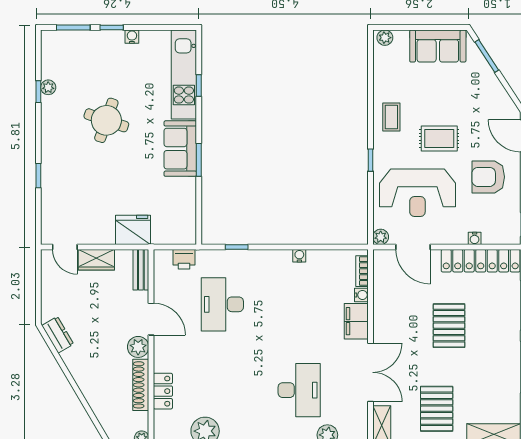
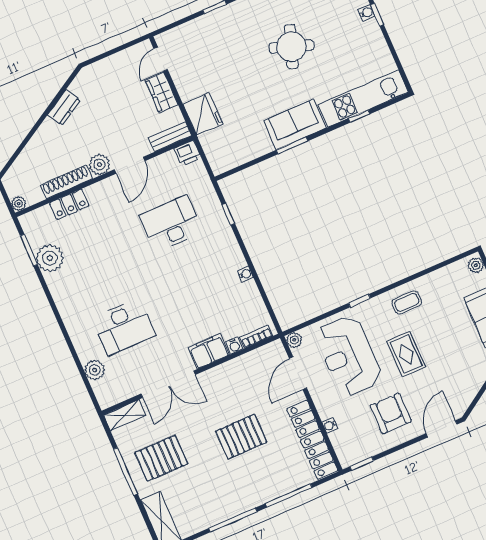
water cooler: (132, 37) -> (366, 13), moved
printer: (184, 259) -> (188, 153), moved, turned -90
dresser: (58, 335) -> (64, 107), moved

